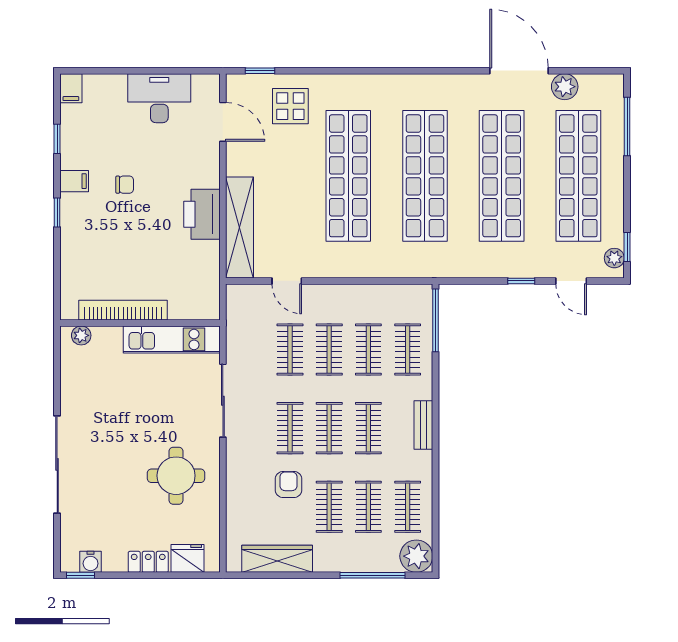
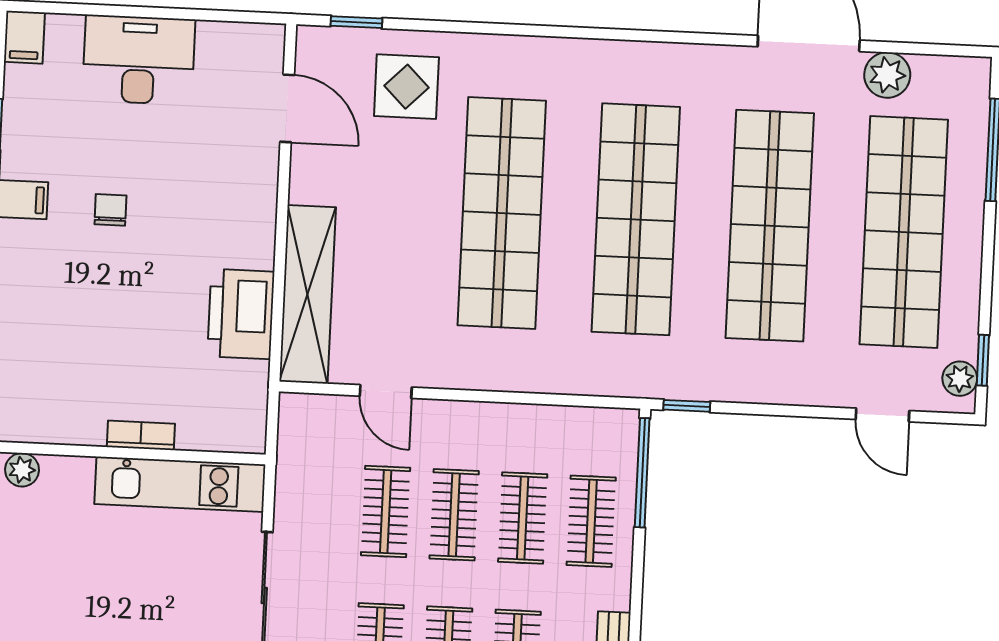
desk: (159, 98) -> (139, 60), moved
chair: (125, 185) -> (110, 210), turned -90
printer: (202, 214) -> (241, 314), moved
window: (521, 281) -> (687, 406), moved
bookcase: (123, 310) -> (141, 435), width x0.43, depth x0.76

